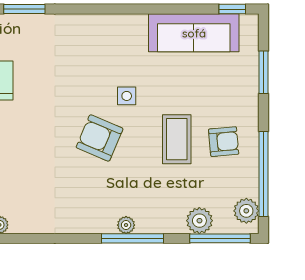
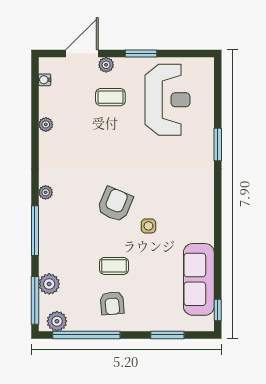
coffee table: (177, 139) -> (114, 266), width x0.73, depth x0.77
plant: (126, 225) -> (46, 192), moved

